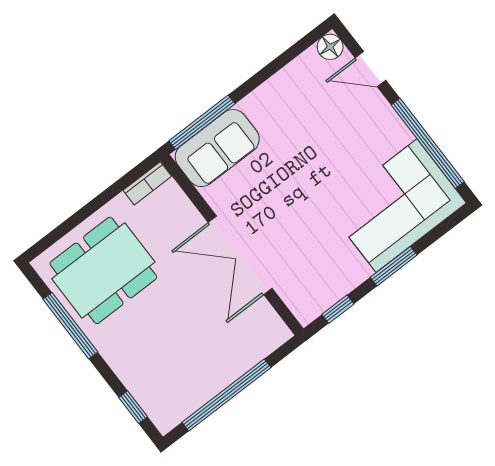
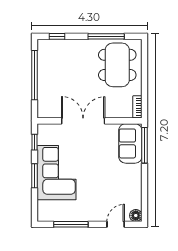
window: (428, 143) -> (71, 224), width x0.68
corner sofa: (397, 206) -> (57, 173), moved

